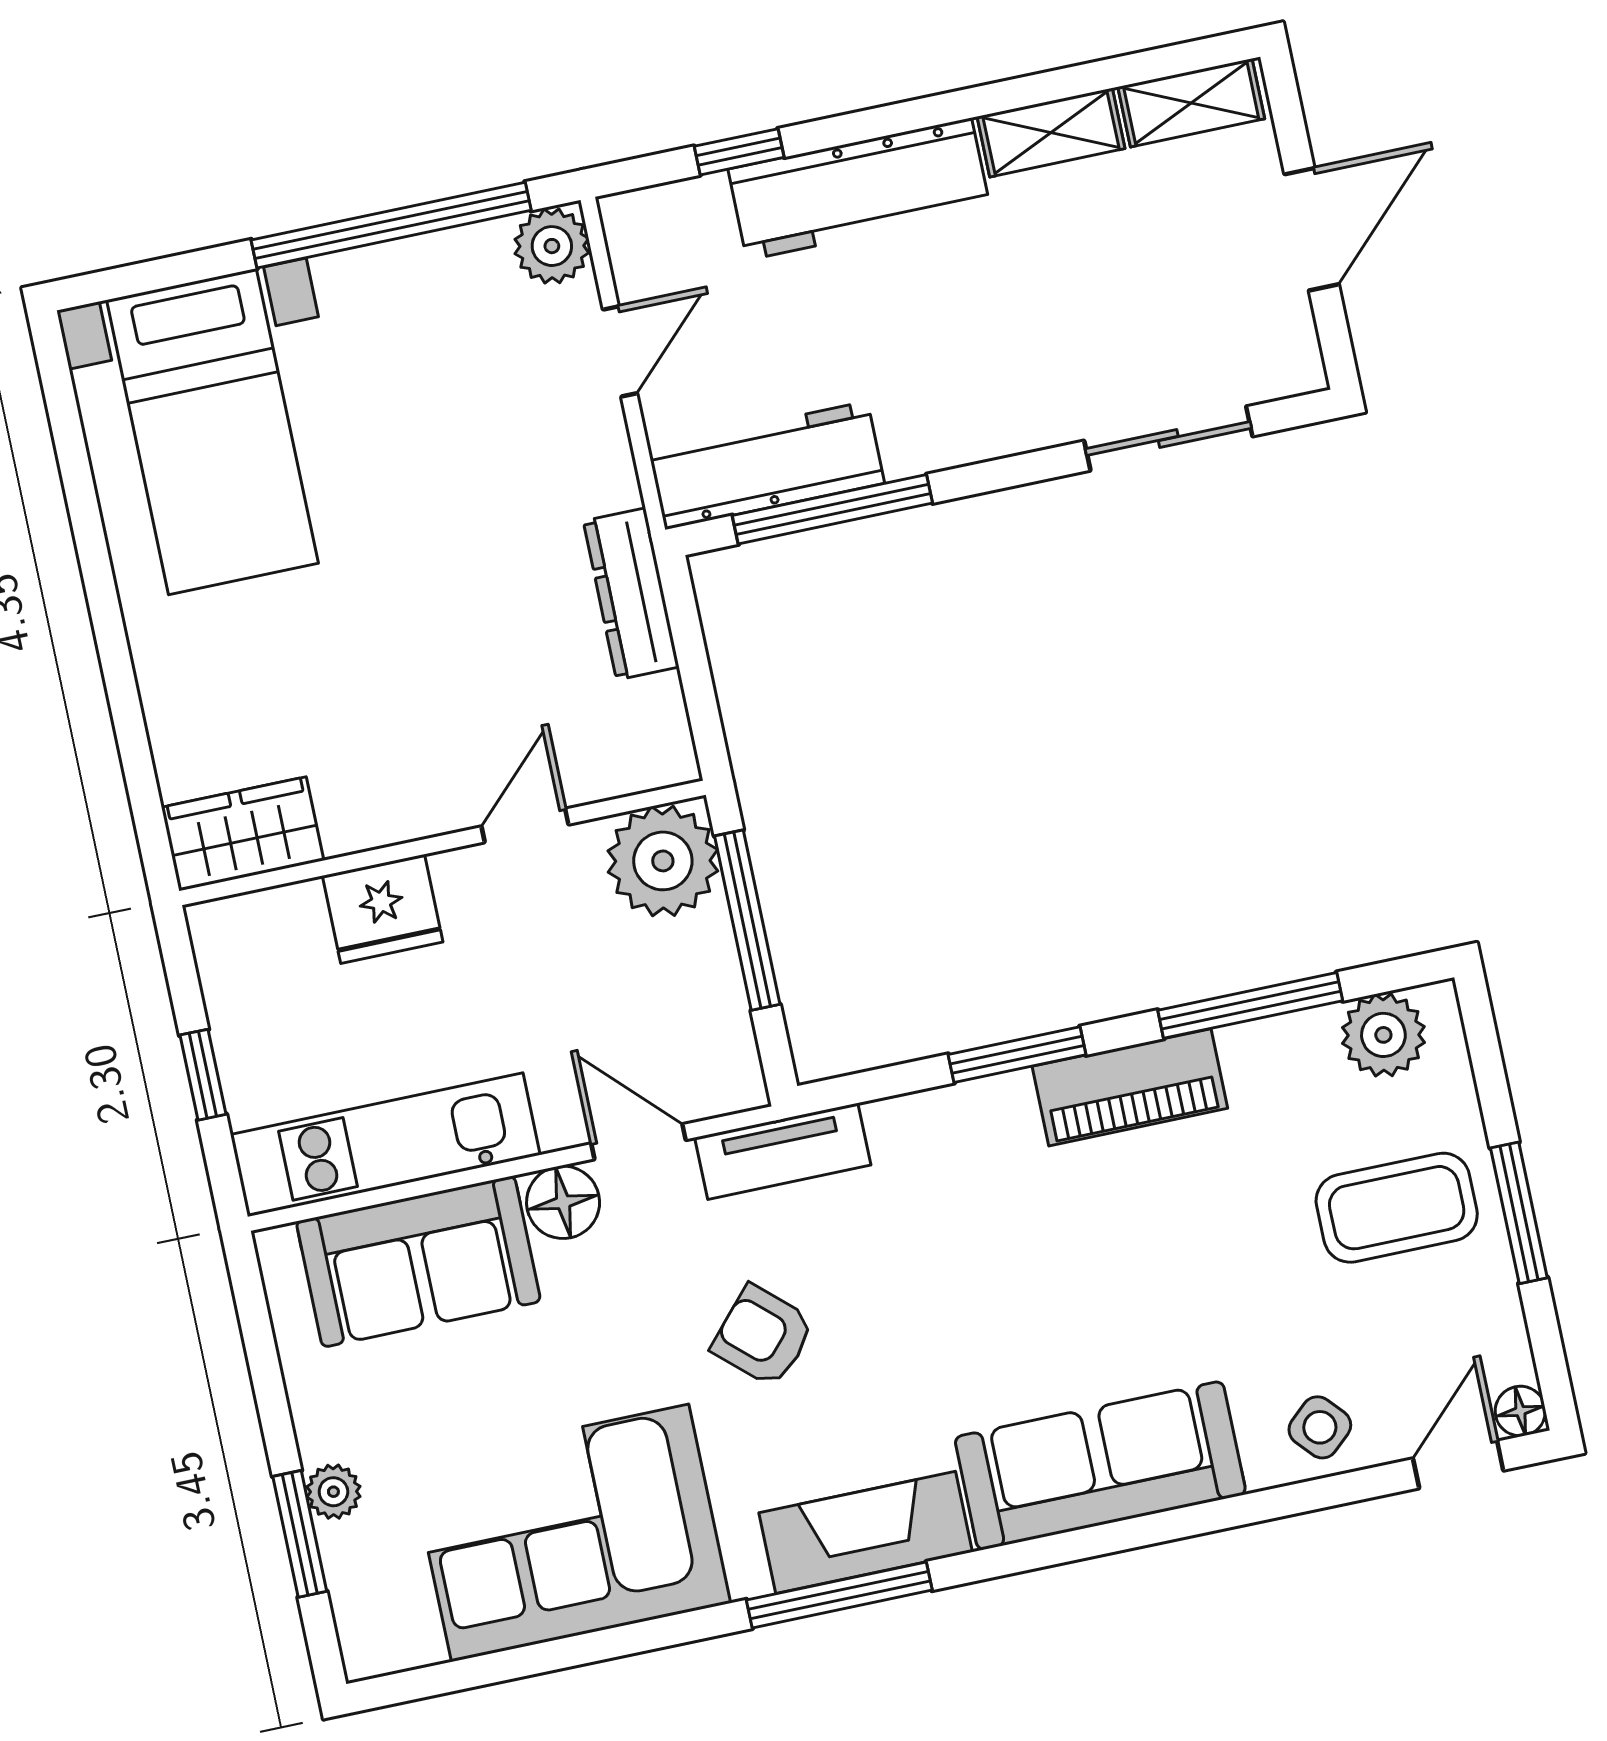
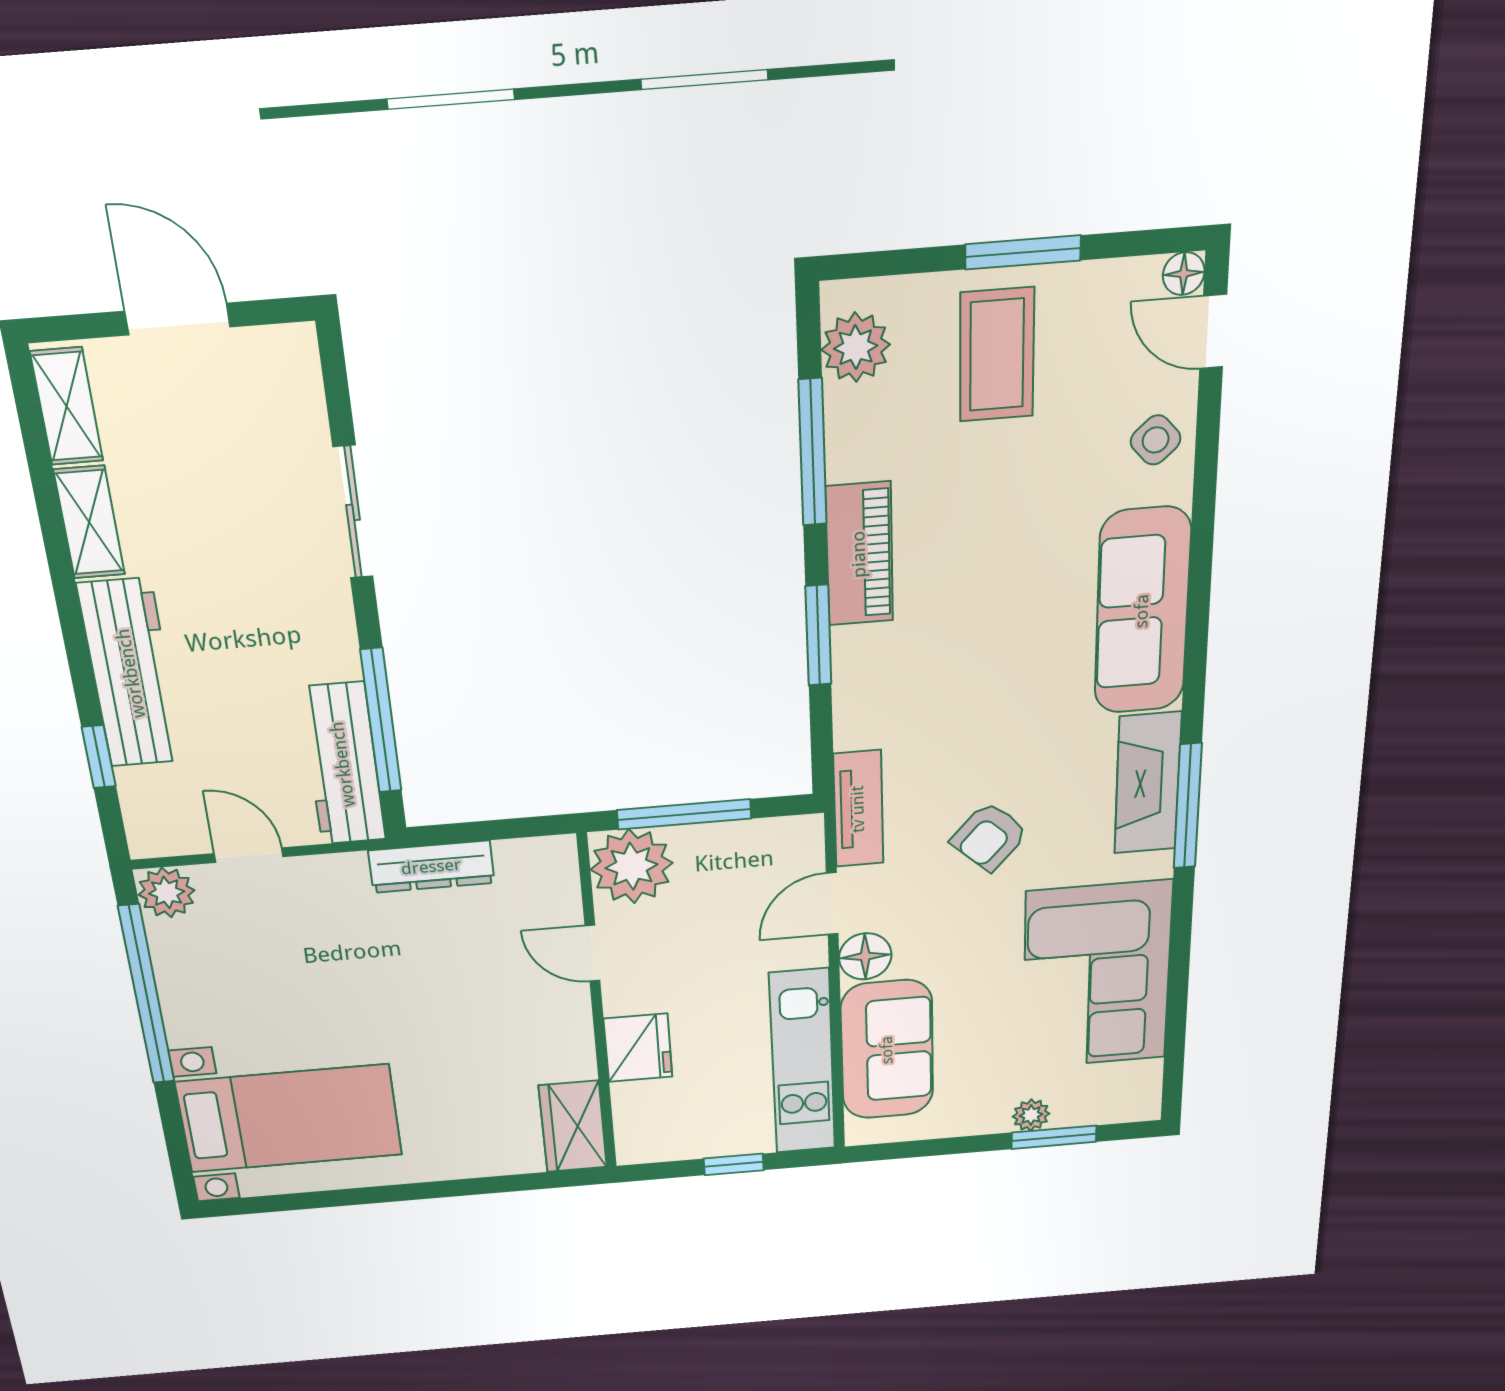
sliding door: (1168, 438) -> (353, 512), moved

